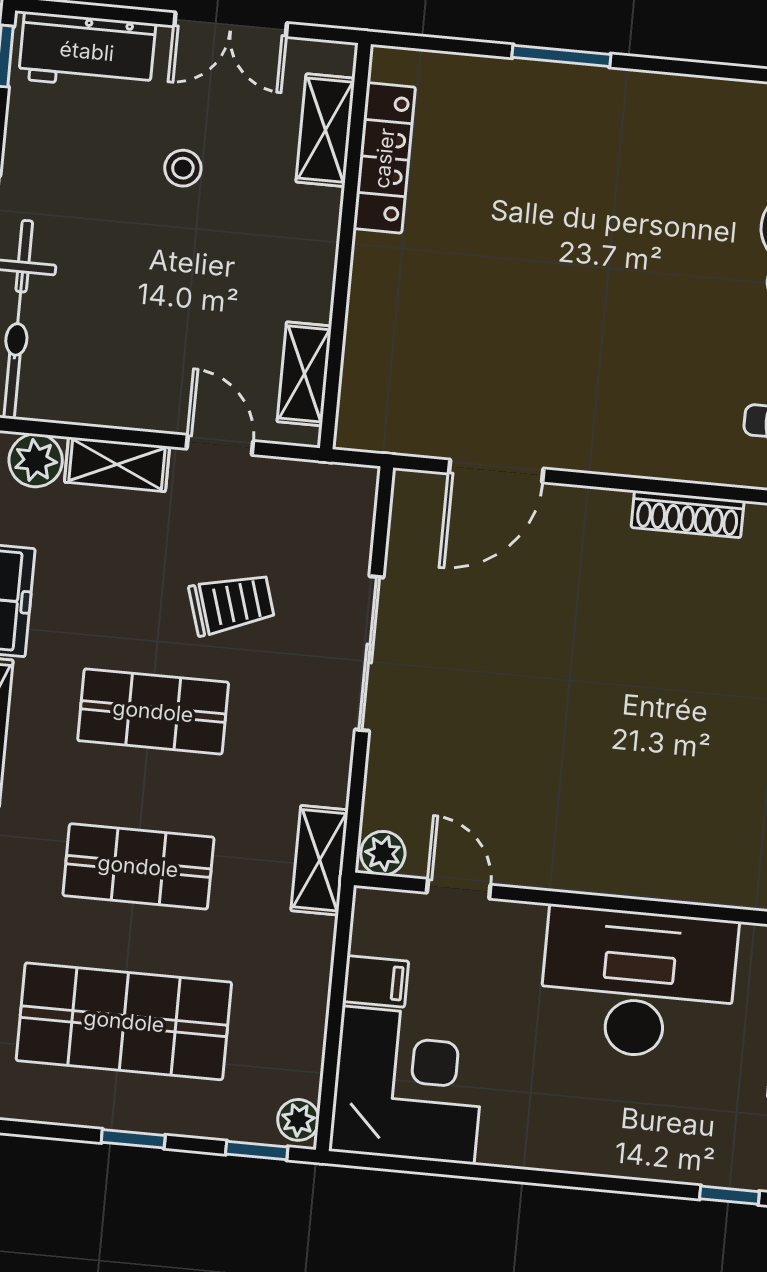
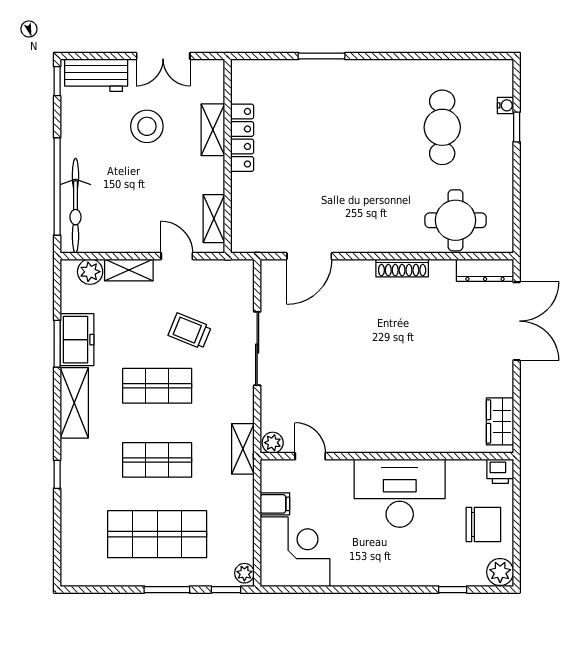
shelving: (325, 130) -> (213, 130), moved
locker: (384, 158) -> (242, 138), moved
stool: (183, 168) -> (147, 126), width x1.89, depth x1.89
trolley: (232, 604) -> (190, 331), turned -141
window: (133, 1139) -> (167, 590), width x1.50

